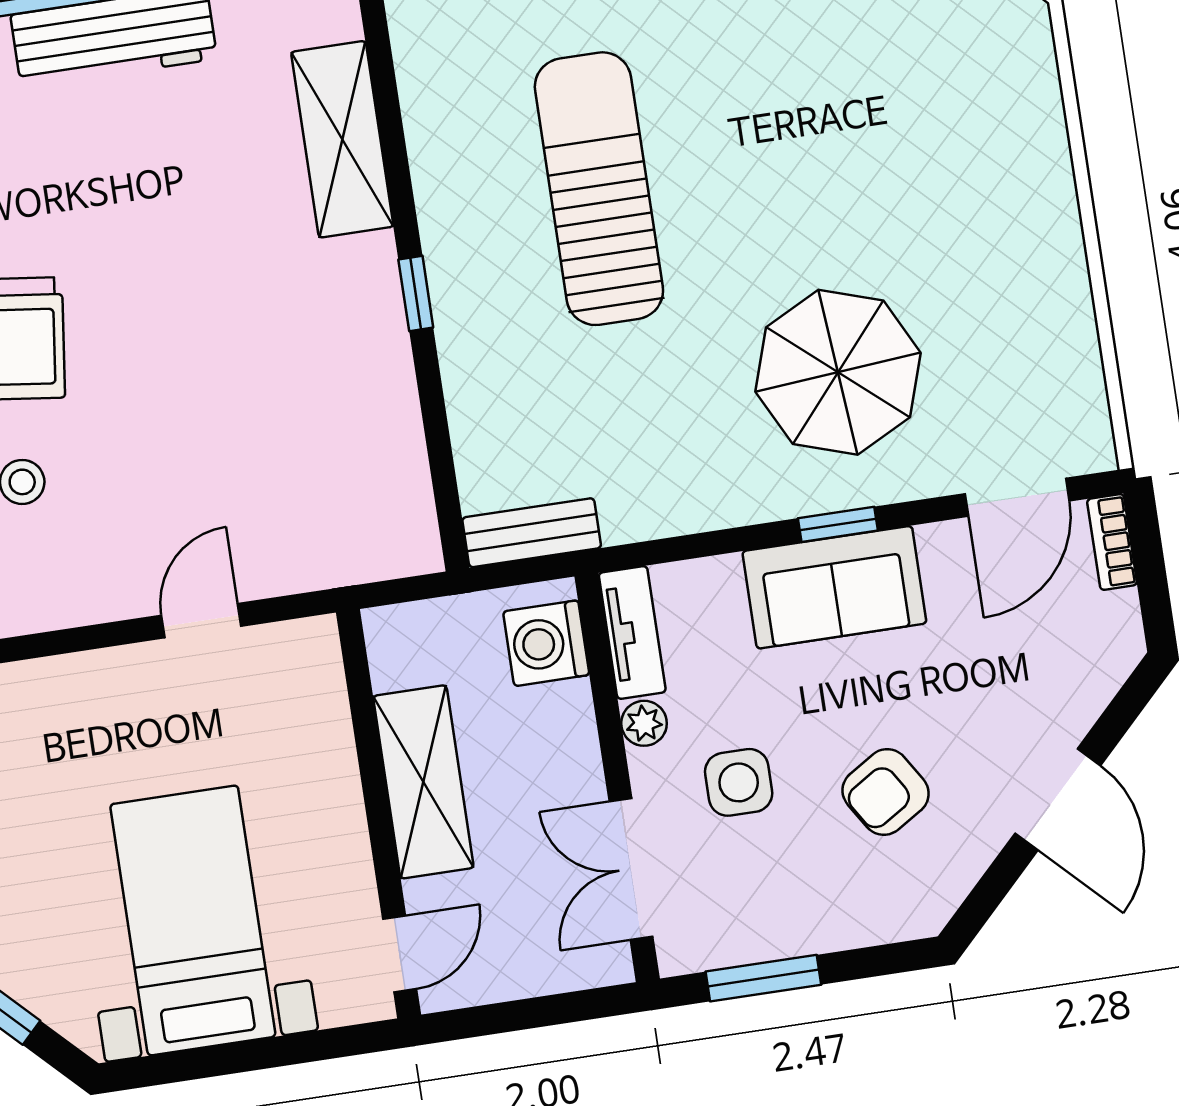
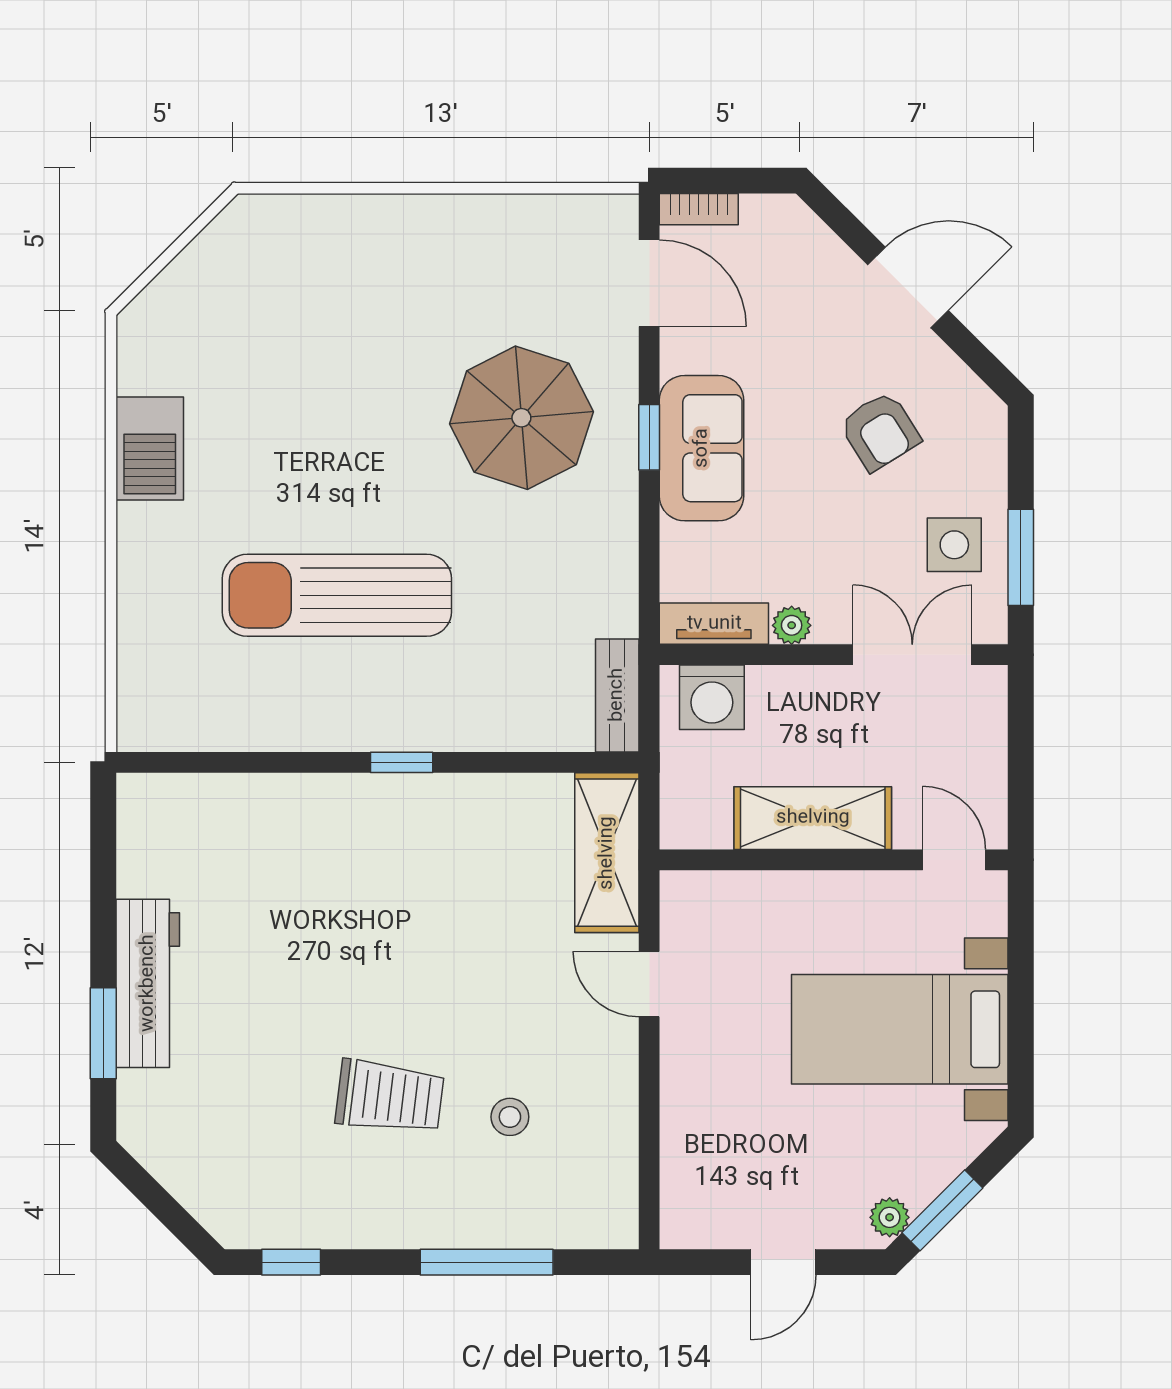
shelving: (342, 139) -> (607, 853), moved, turned 90
side table: (739, 782) -> (954, 545), moved
double door: (631, 869) -> (912, 655), swing flipped

